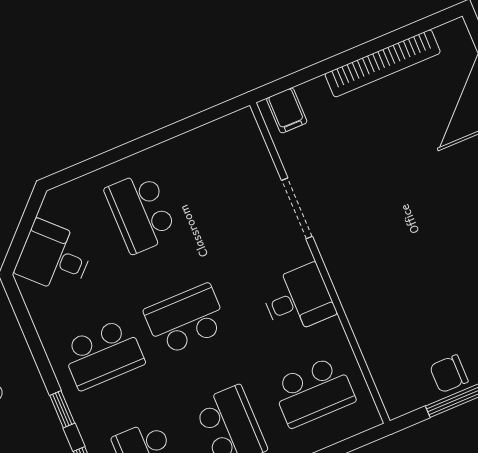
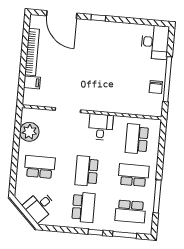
filing cabinet: (287, 110) -> (32, 82), moved
plant: (205, 149) -> (29, 132), added
school desk: (141, 212) -> (40, 167), turned 180
school desk: (314, 392) -> (137, 139), turned 180

